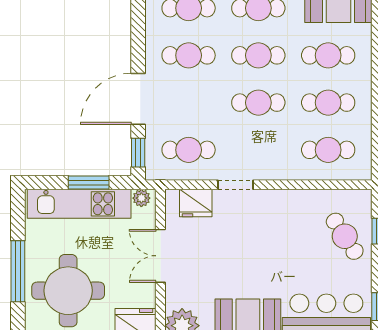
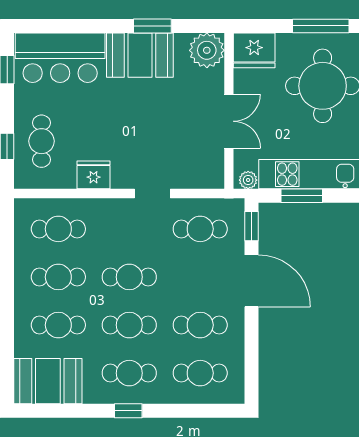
door: (138, 99) -> (251, 281), hinge flipped
fridge: (196, 203) -> (94, 175), moved
cafe table: (345, 236) -> (41, 141), turned 33

